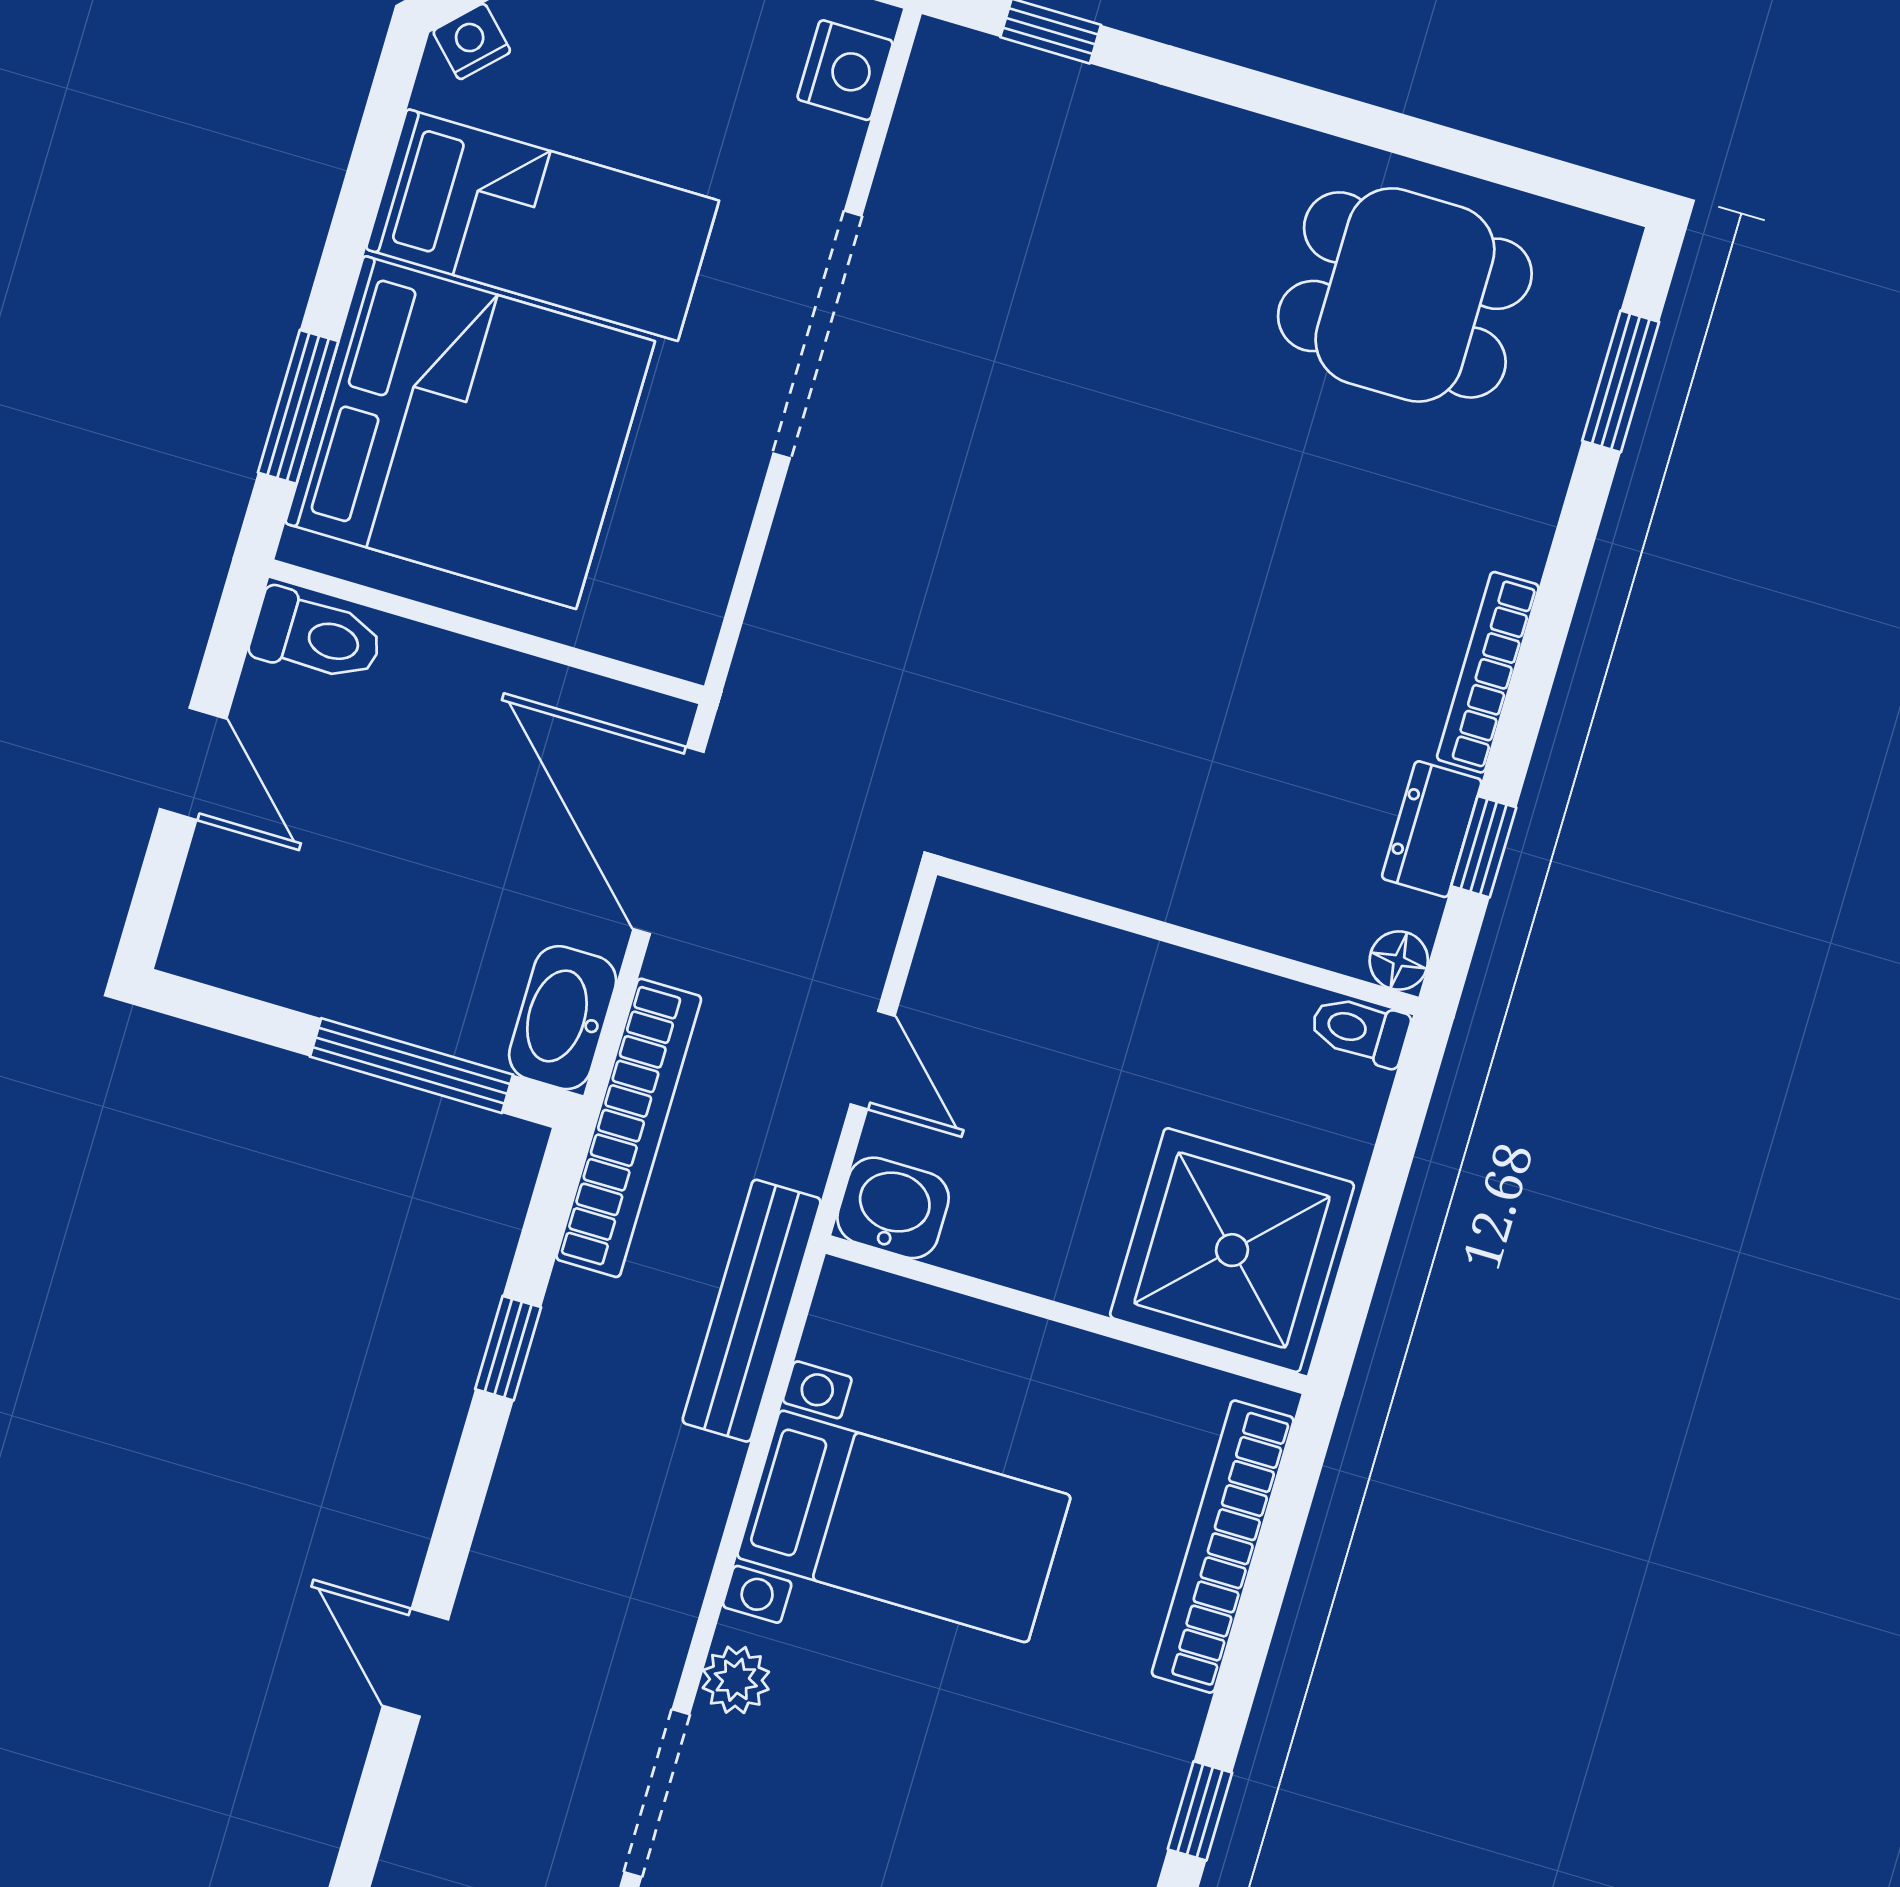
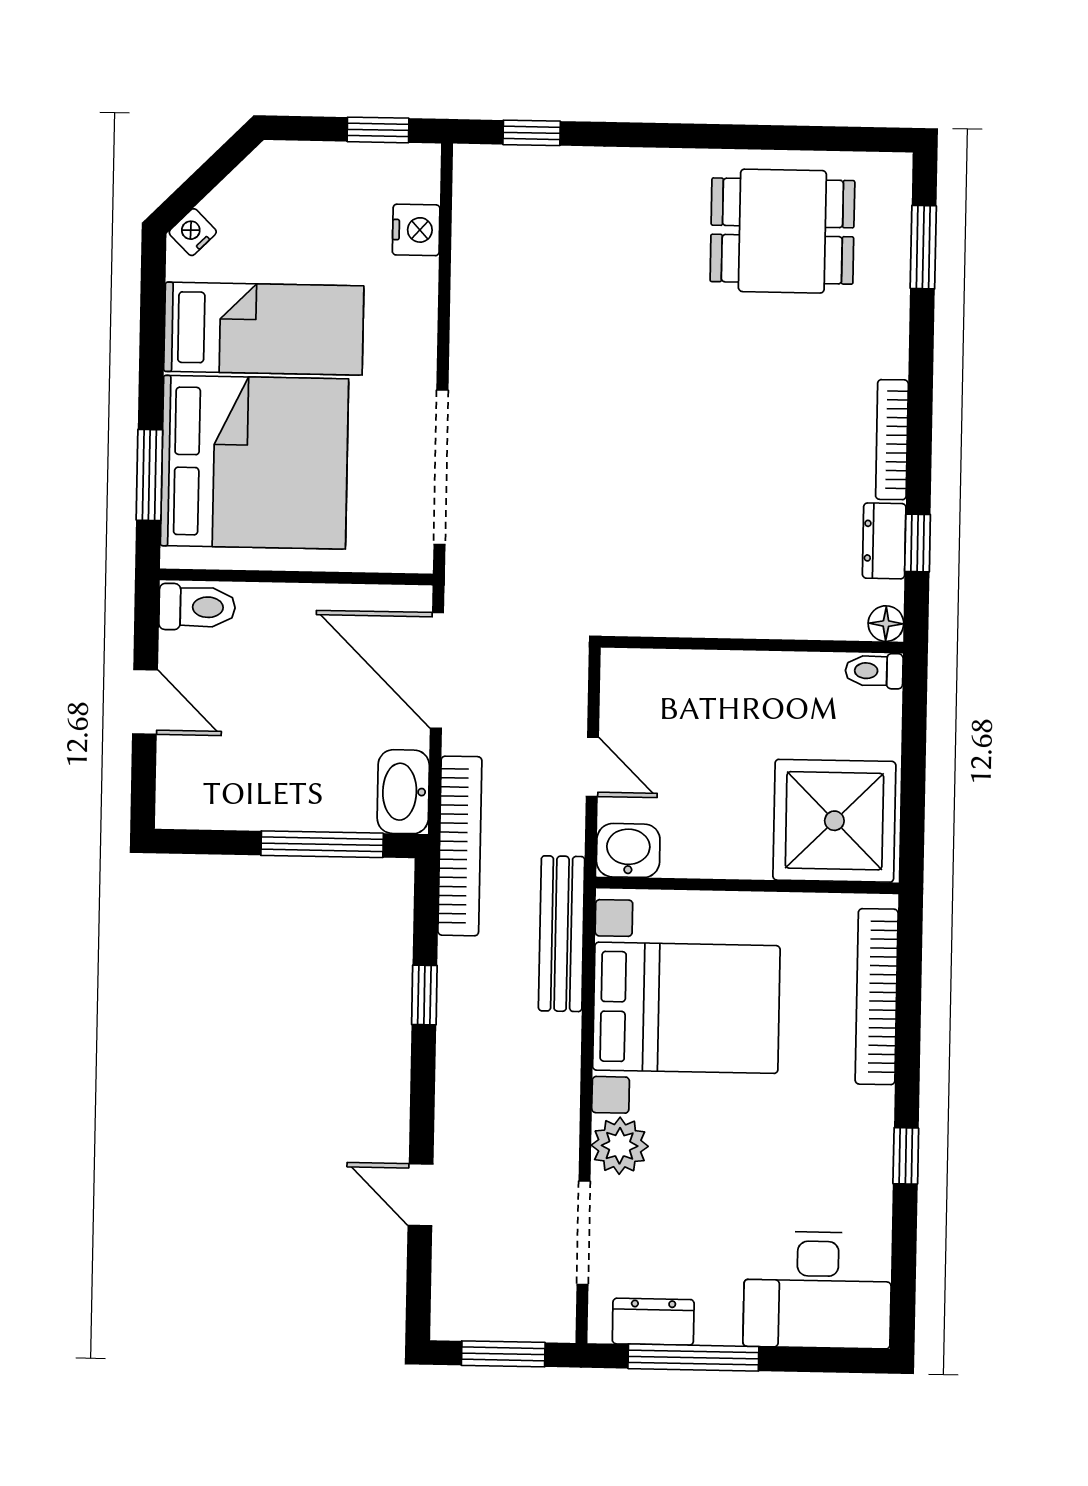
nightstand: (845, 70) -> (416, 230), moved
doorway: (817, 335) -> (441, 467), moved
bed with nightstands: (904, 1526) -> (686, 1008), width x1.36
plant: (736, 1680) -> (620, 1146), width x1.38, depth x1.38

